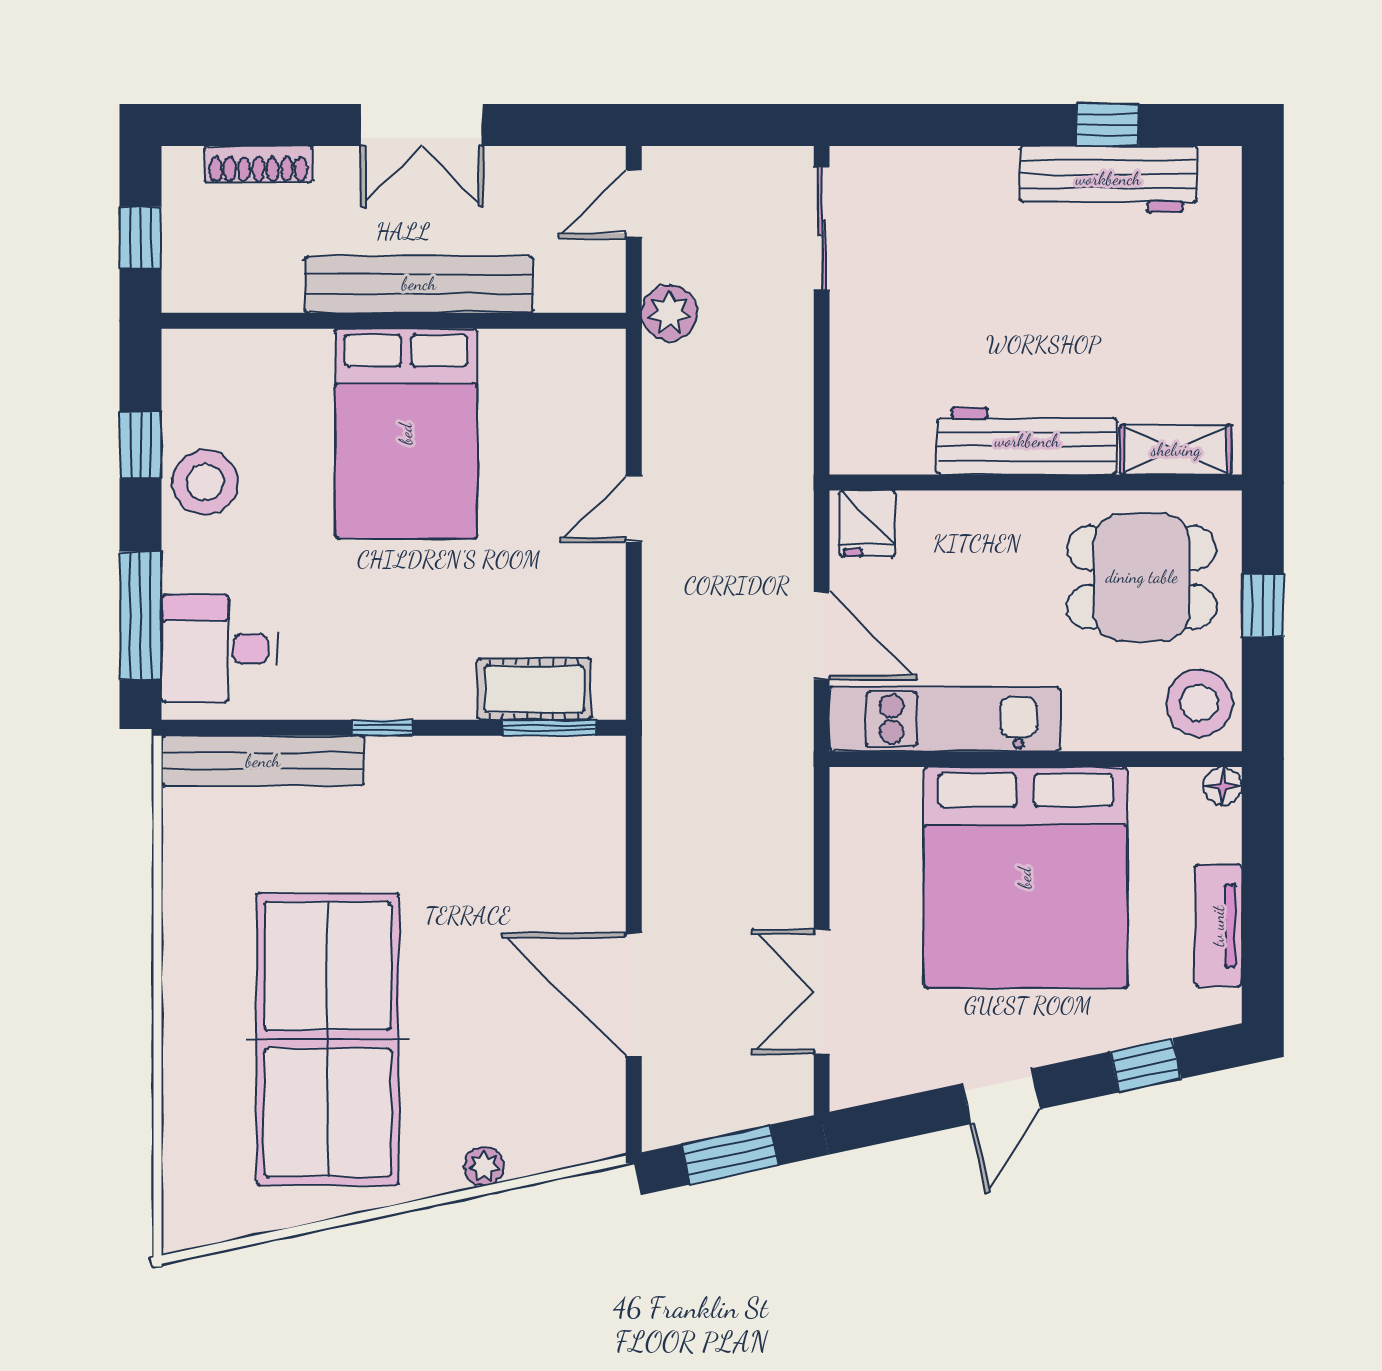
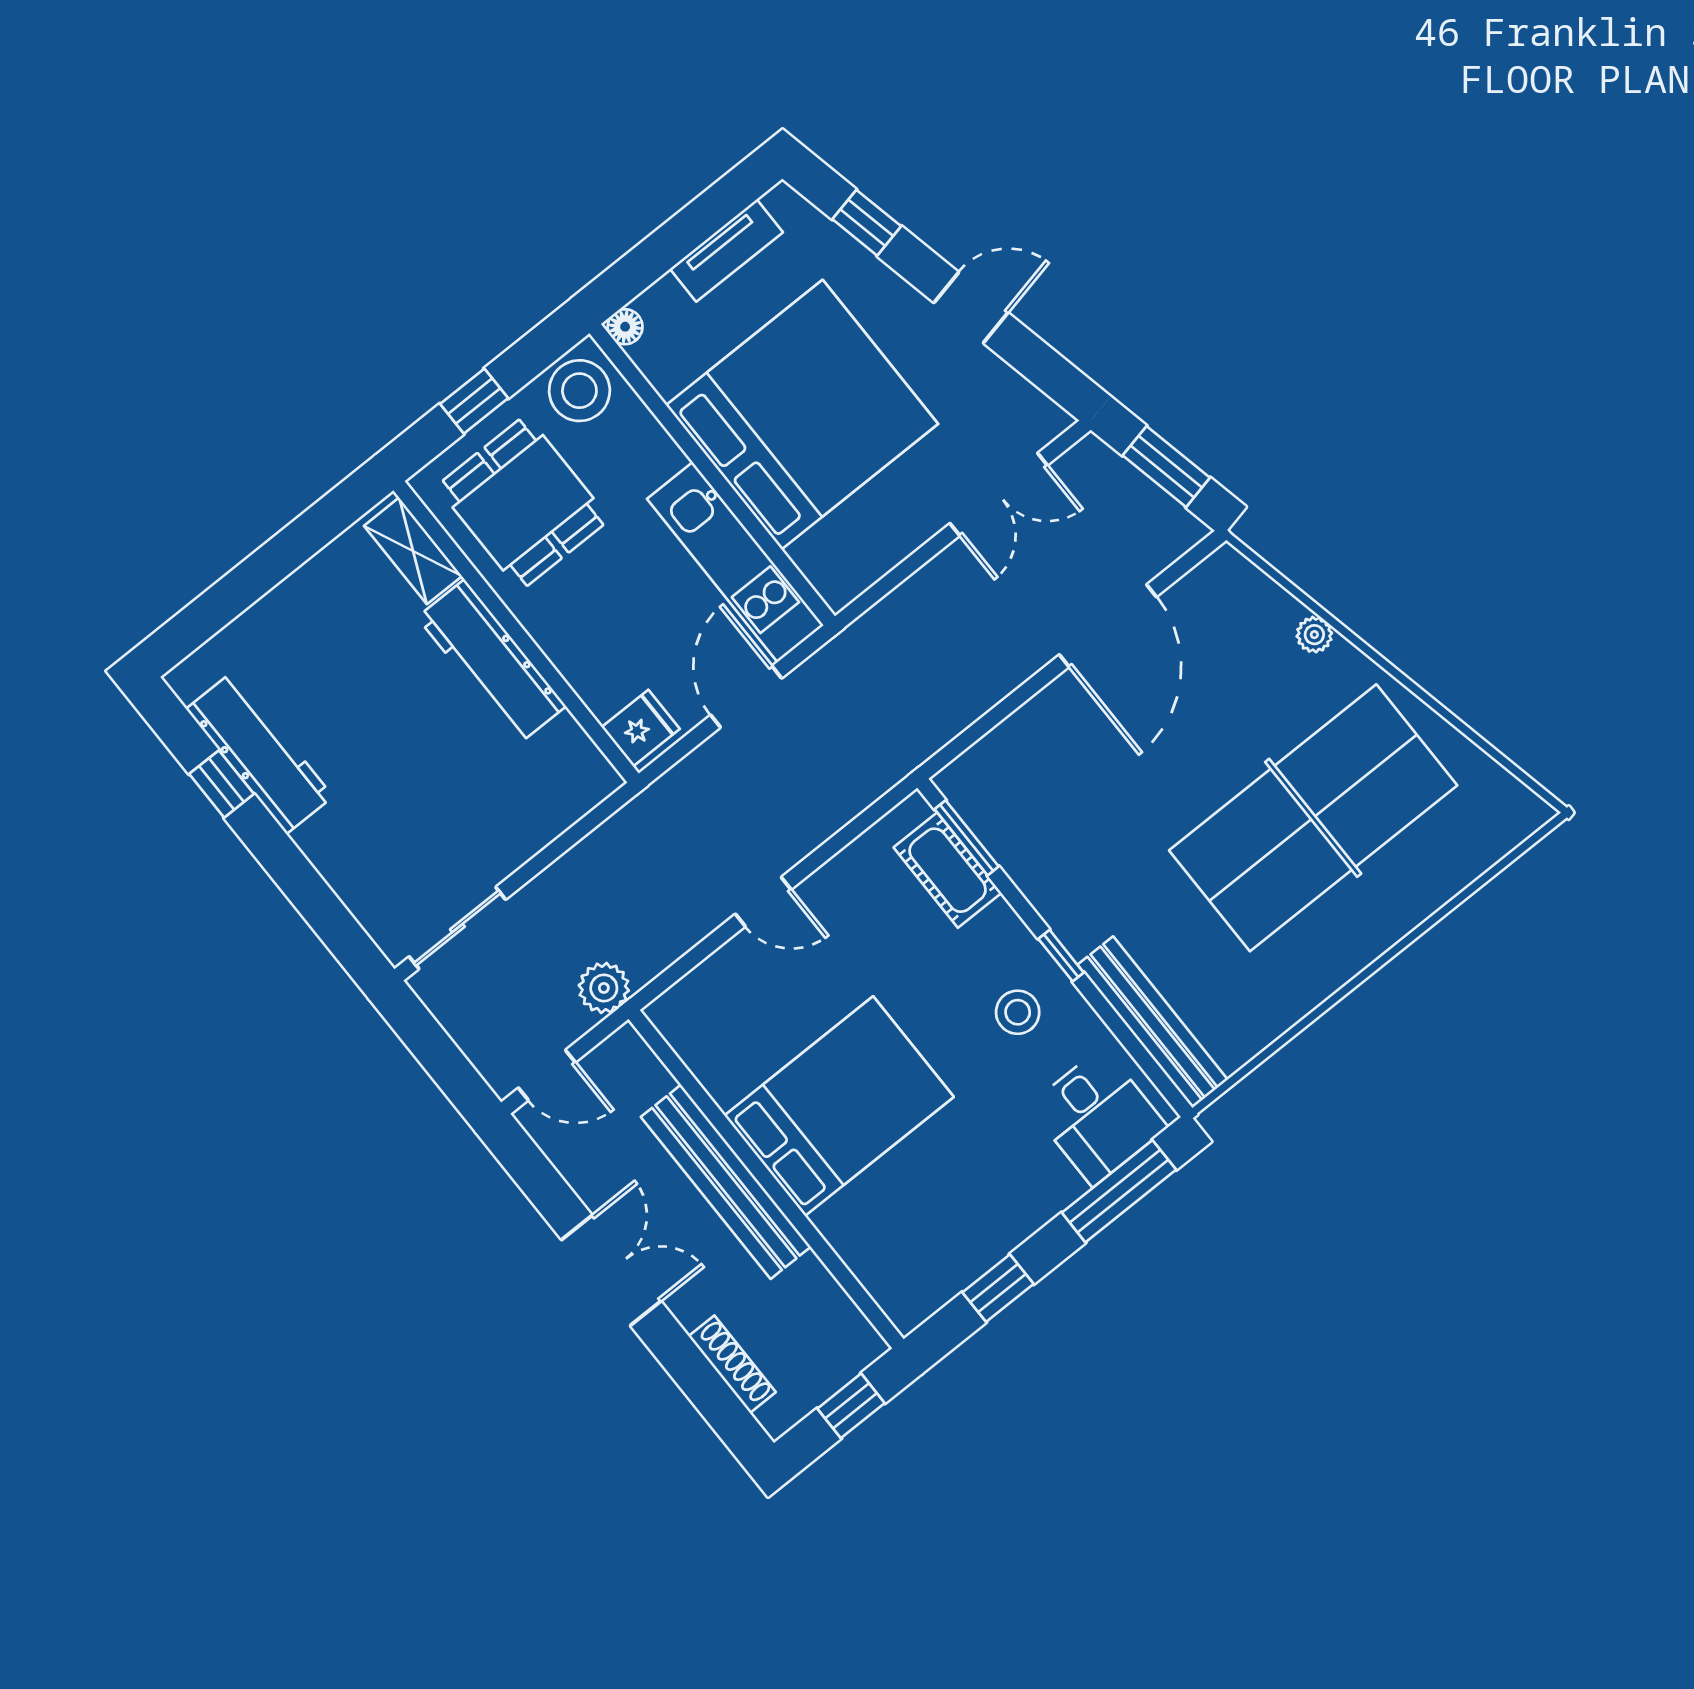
stool: (205, 482) -> (1018, 1012), moved, width x0.73, depth x0.73

